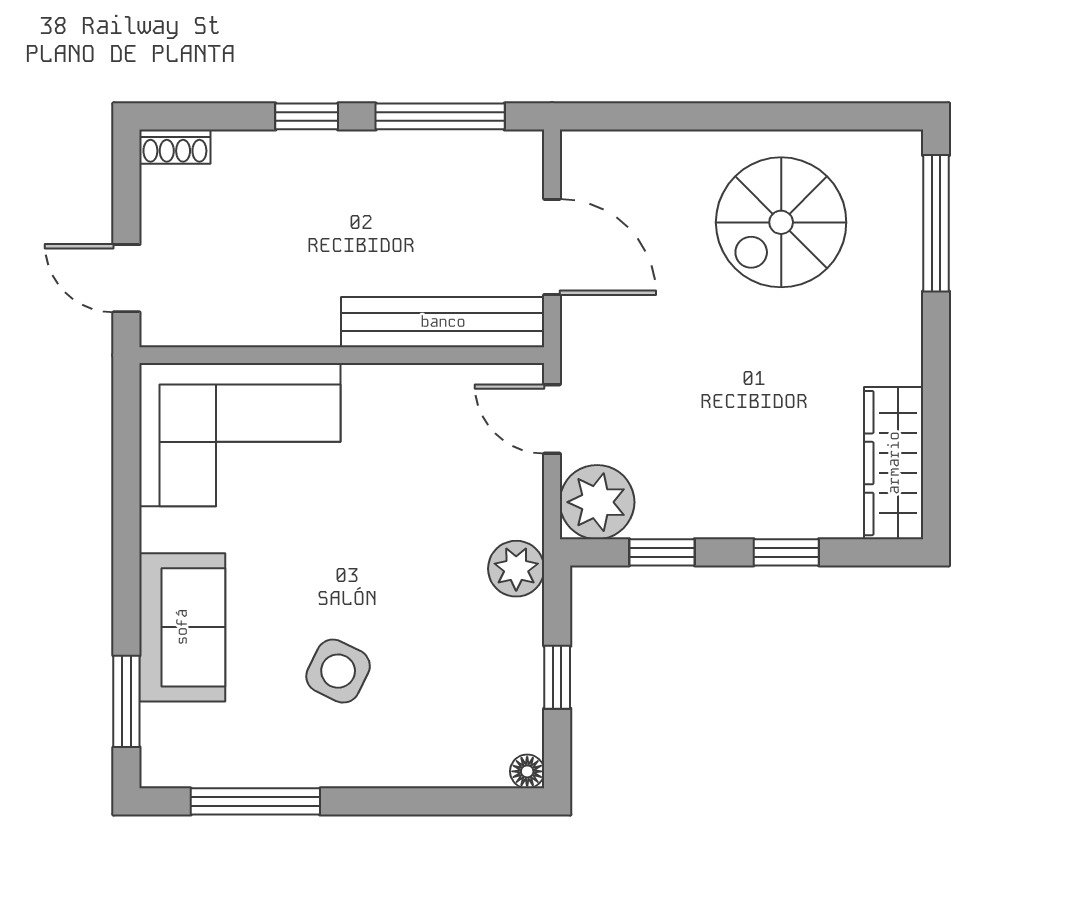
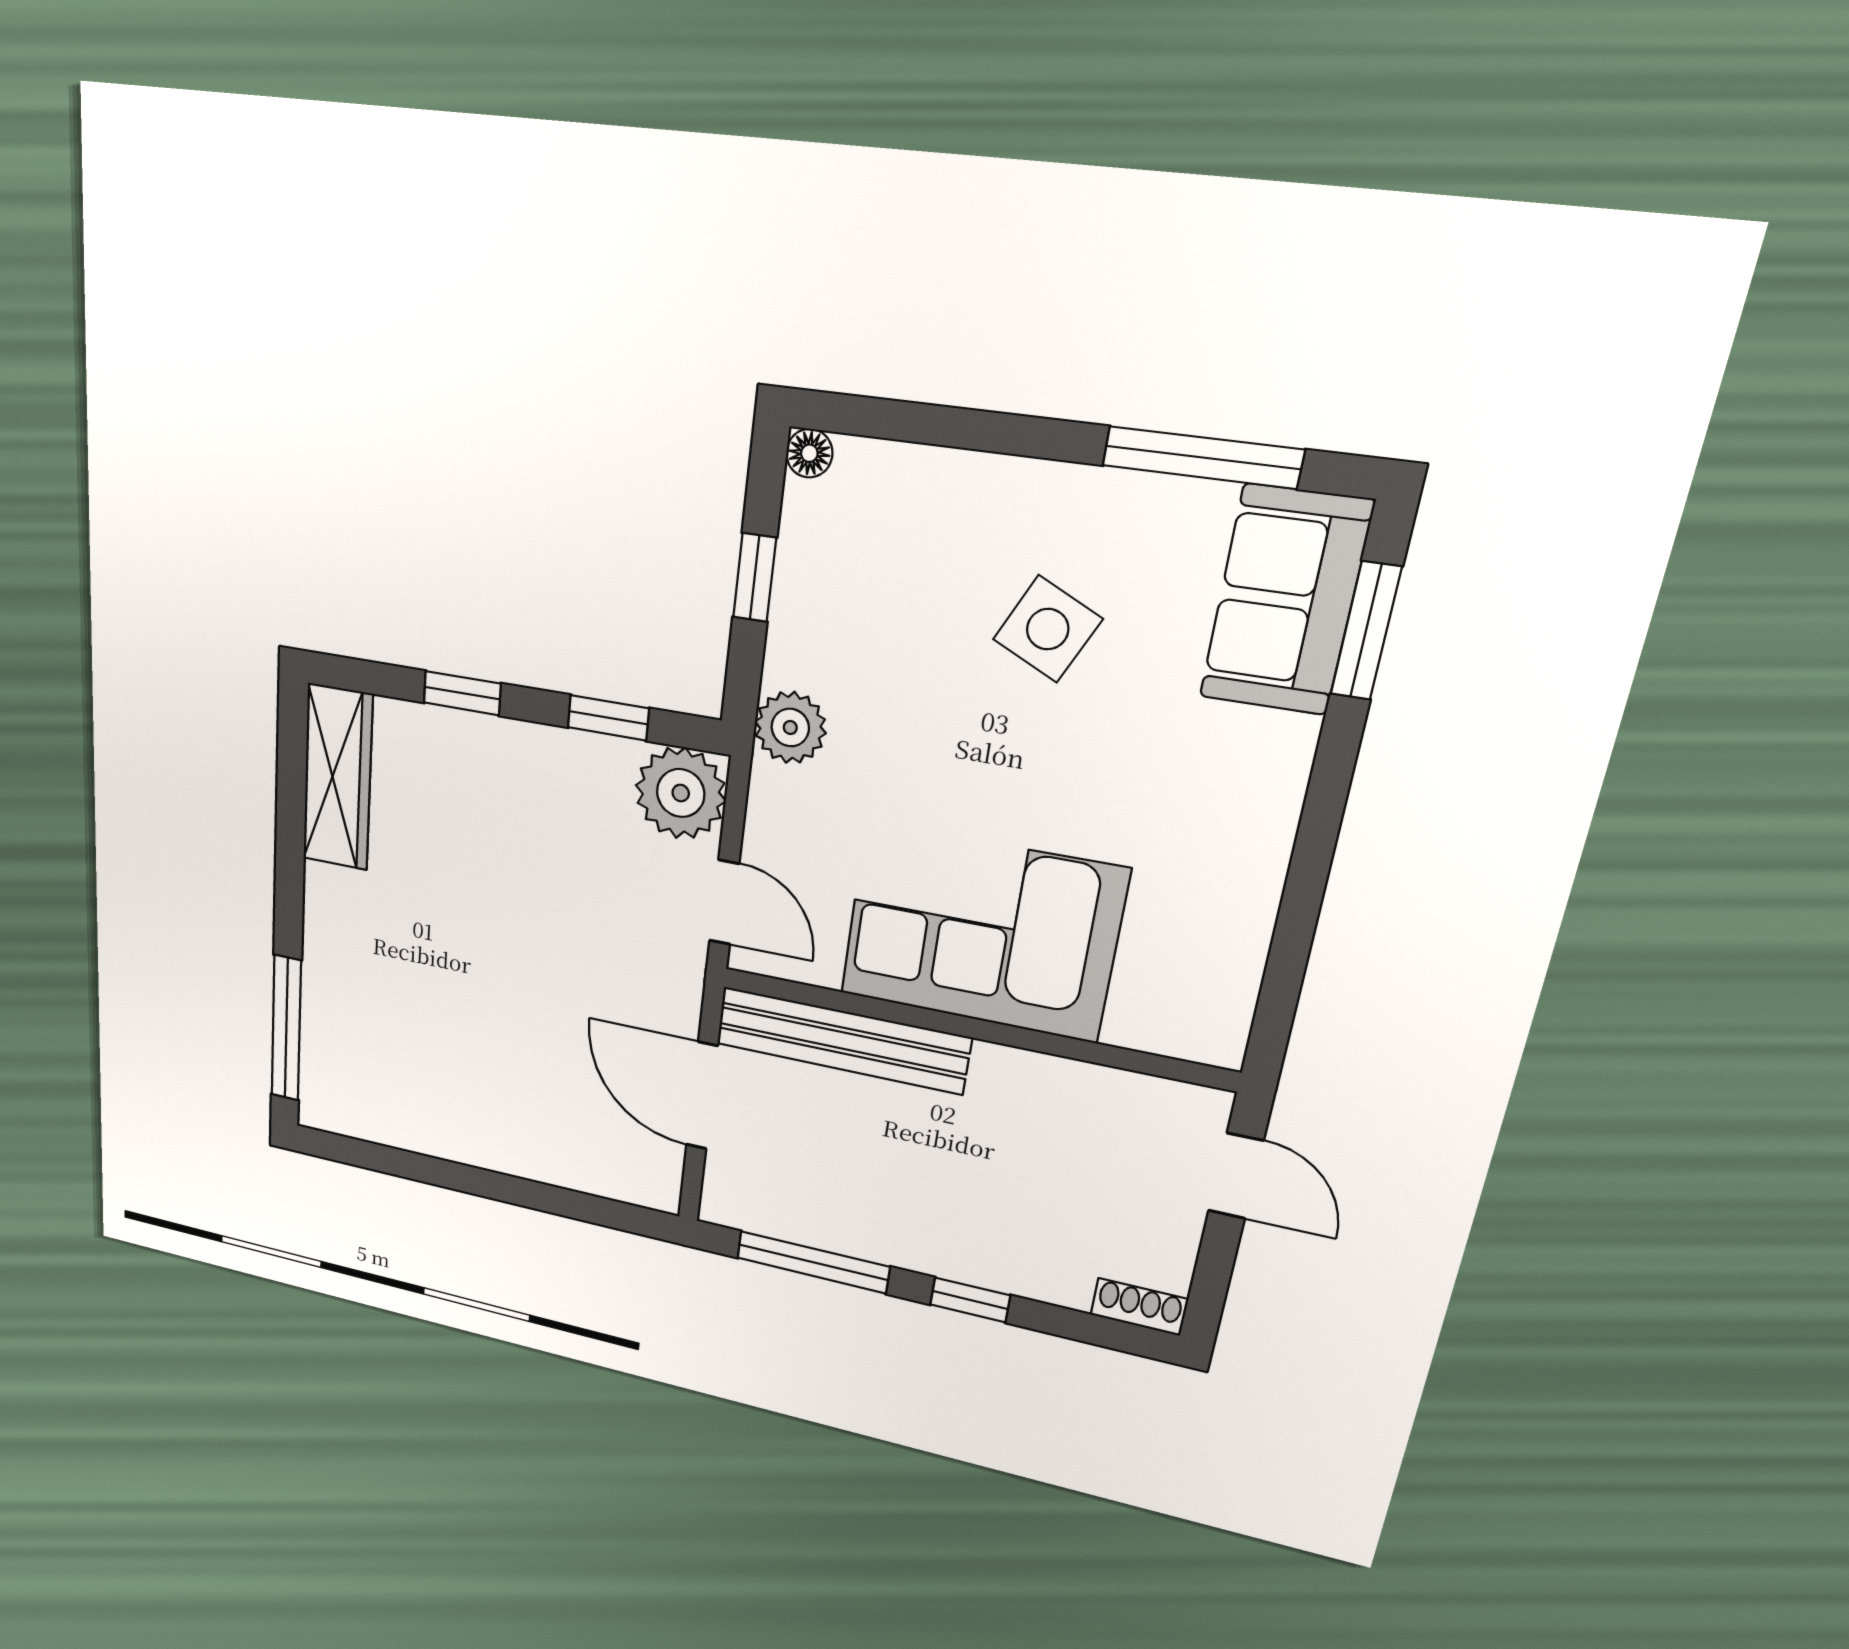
spiral stairs: (781, 222) -> (447, 1065), removed
corner sofa: (240, 435) -> (981, 932), moved
sofa: (182, 627) -> (1285, 600), moved

